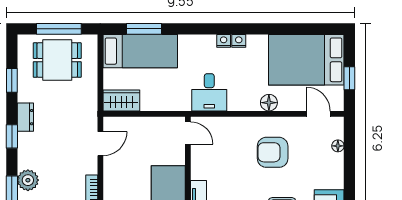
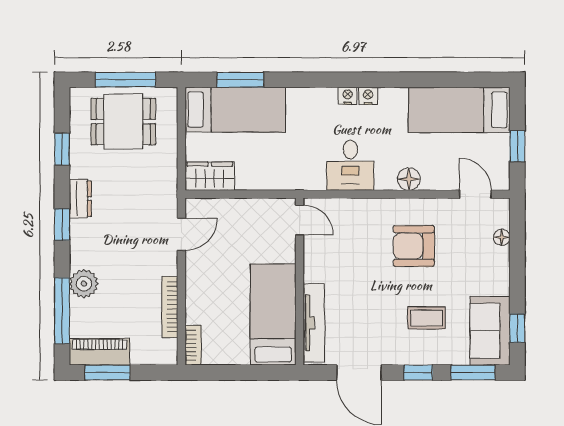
bed: (306, 60) -> (459, 110), width x0.67
desk: (209, 92) -> (350, 165), moved

